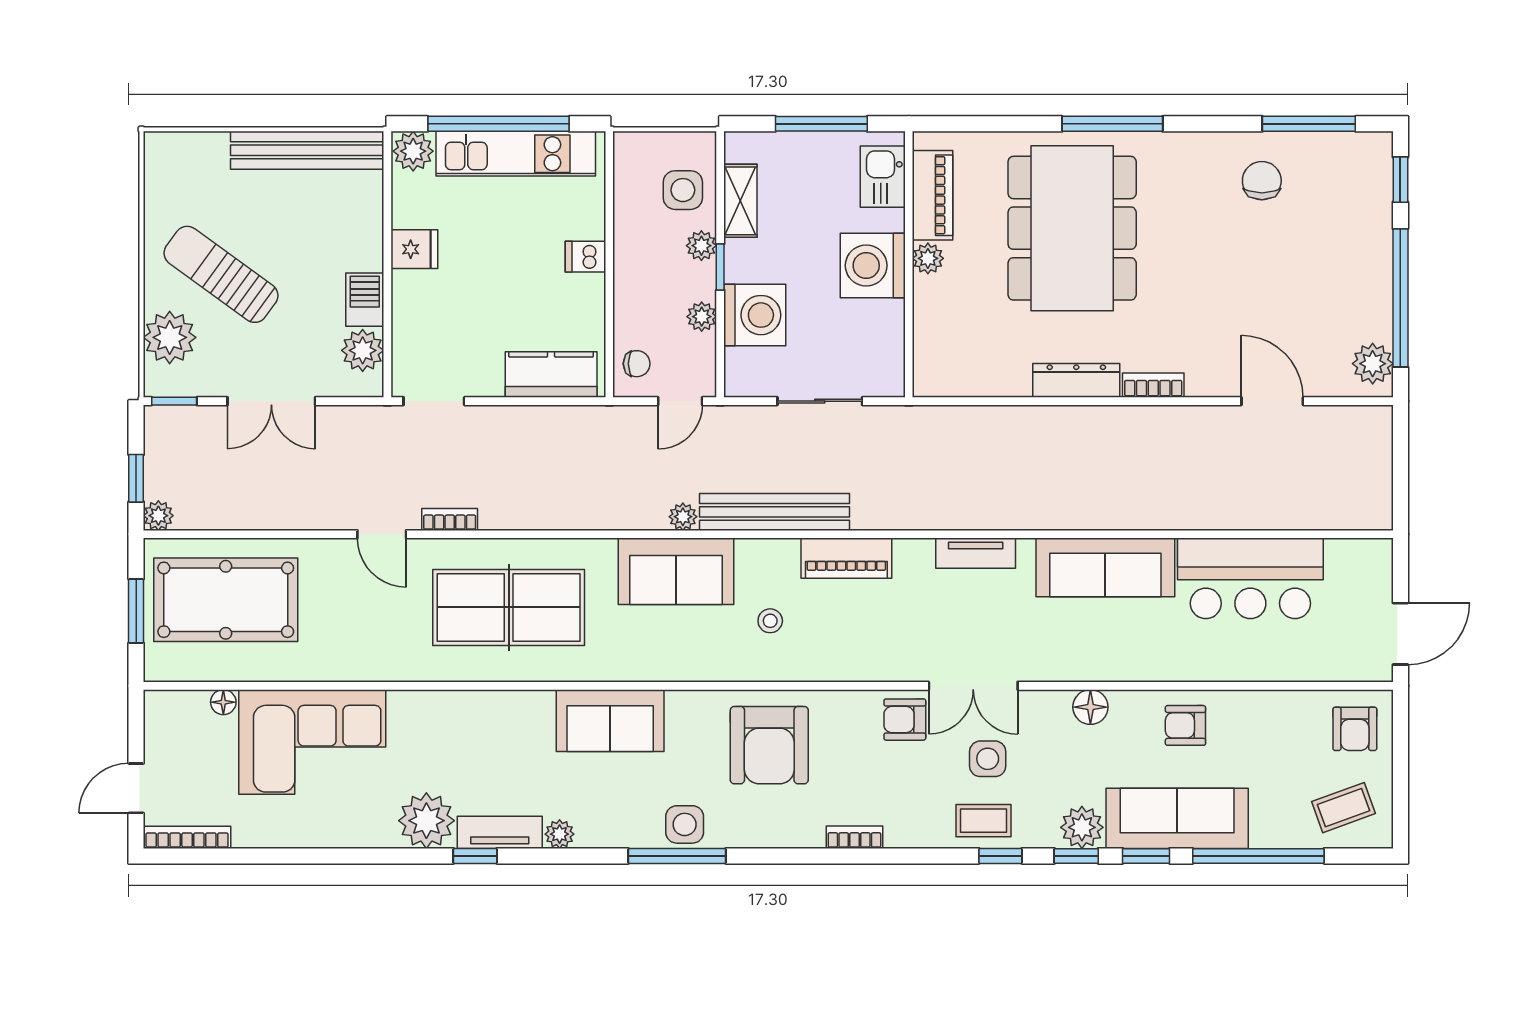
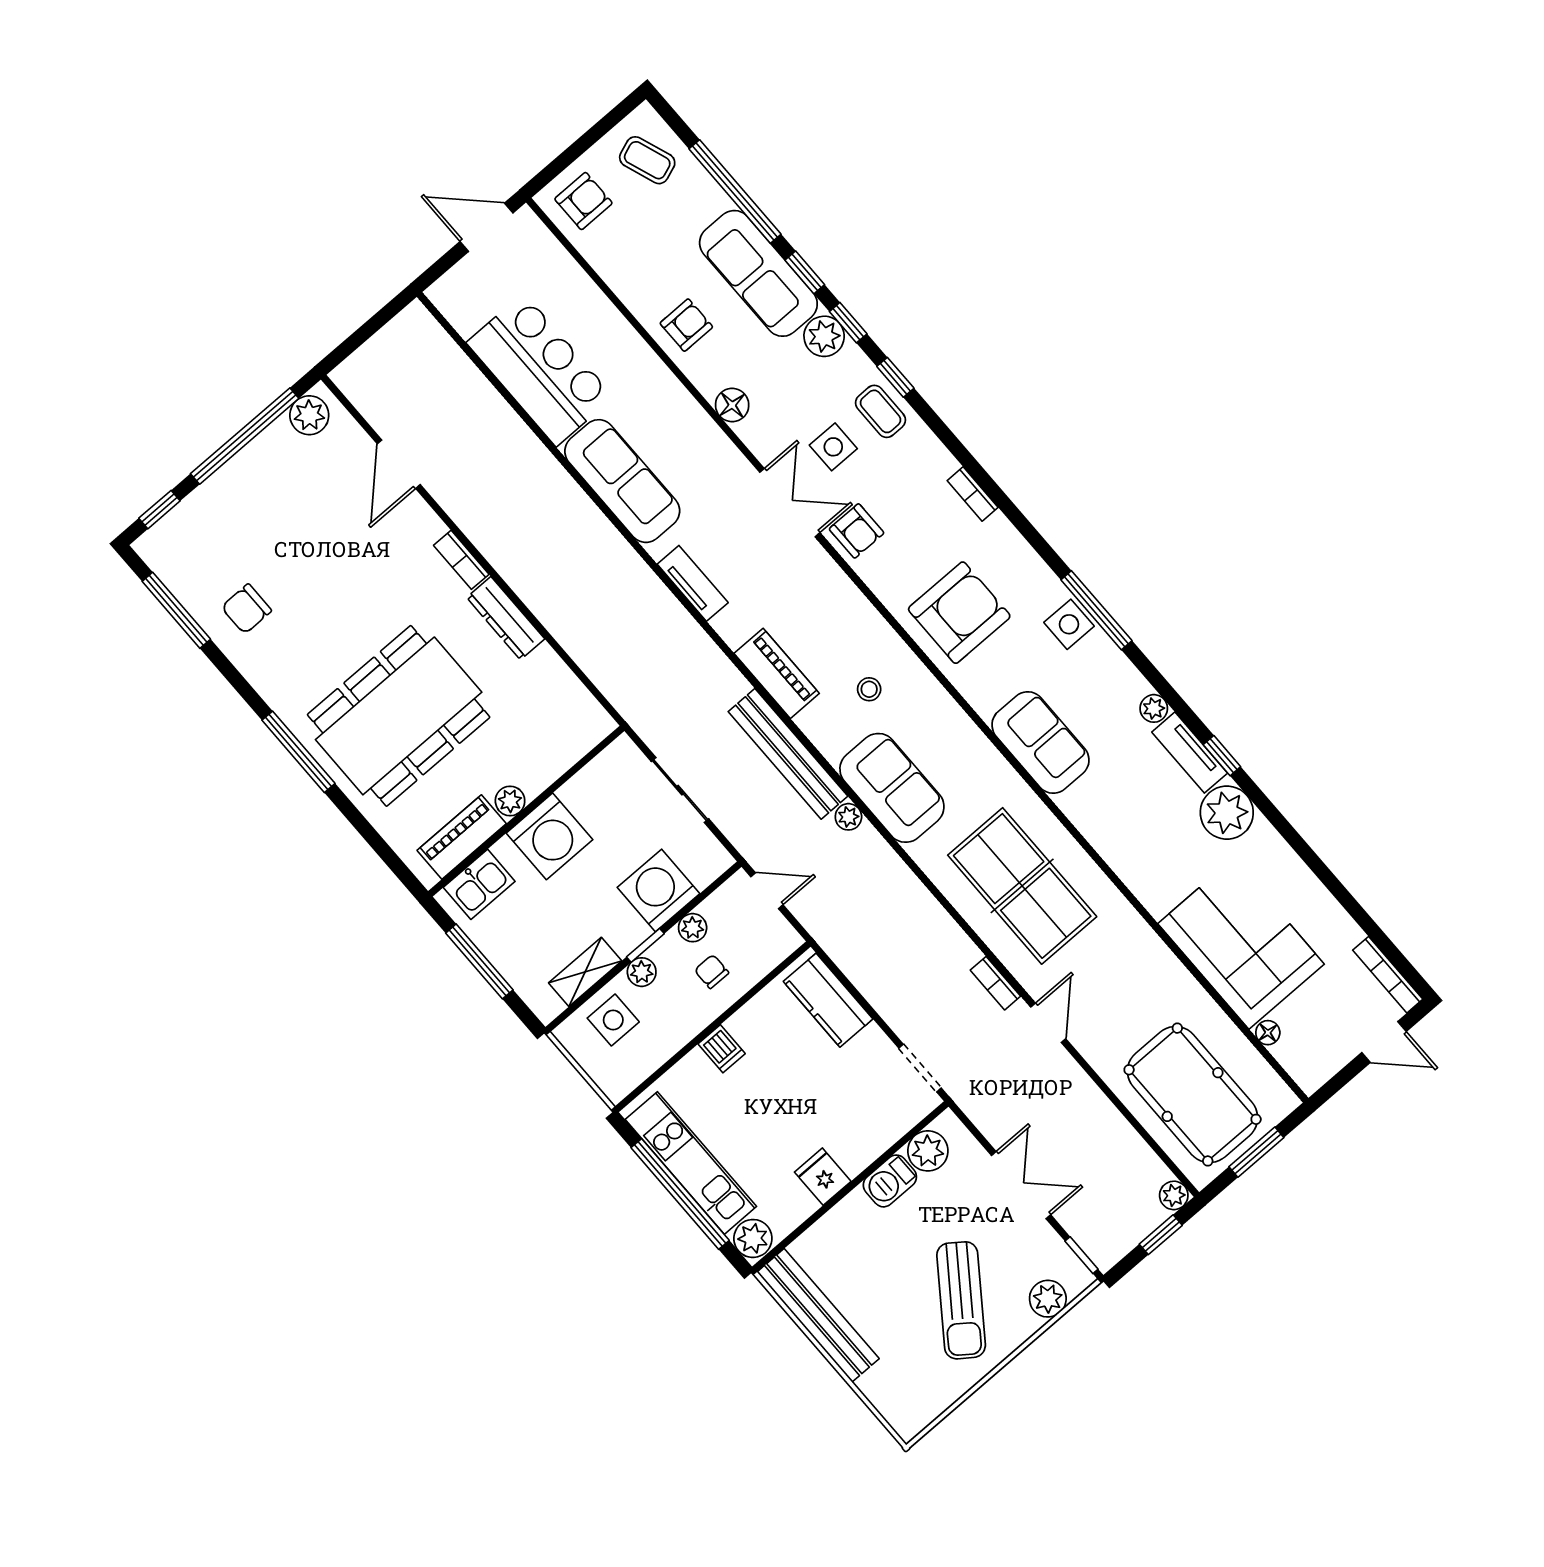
plant: (170, 337) -> (1048, 1299), width x0.73, depth x0.73
chair: (637, 364) -> (712, 971), moved
armchair: (1185, 725) -> (686, 325), turned -90

